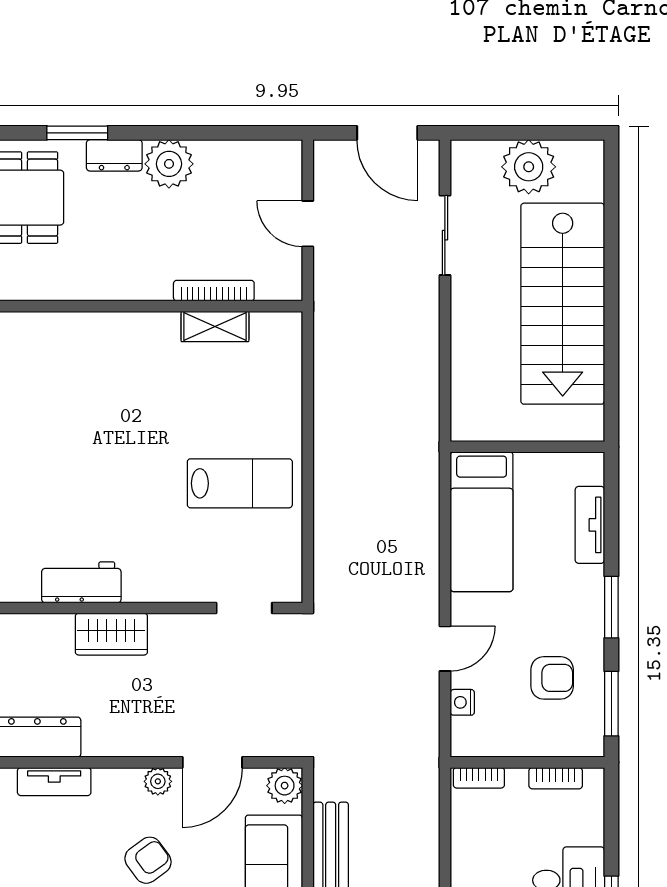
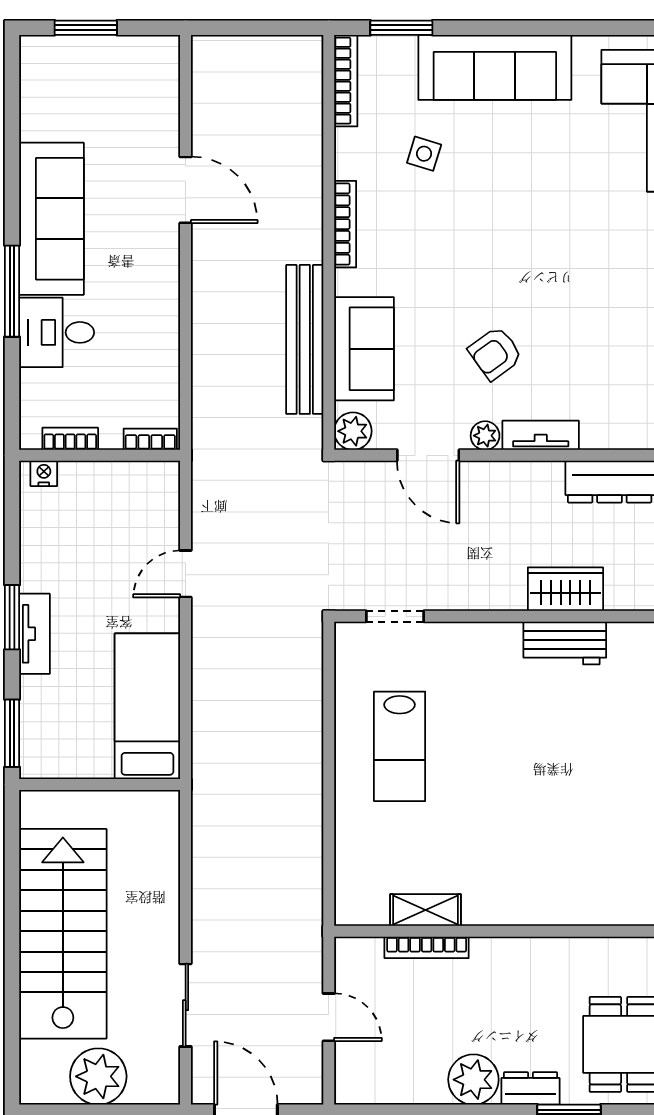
lab bench: (240, 483) -> (400, 746), turned -90
tv unit: (590, 525) -> (35, 634), moved
wardrobe: (111, 634) -> (565, 589), moved
armchair: (552, 678) -> (74, 543), removed
nightstand: (462, 702) -> (44, 473), moved, turned -90
window: (611, 704) -> (12, 733), moved
door: (212, 762) -> (428, 455), swing flipped
tv unit: (54, 782) -> (541, 435), moved

